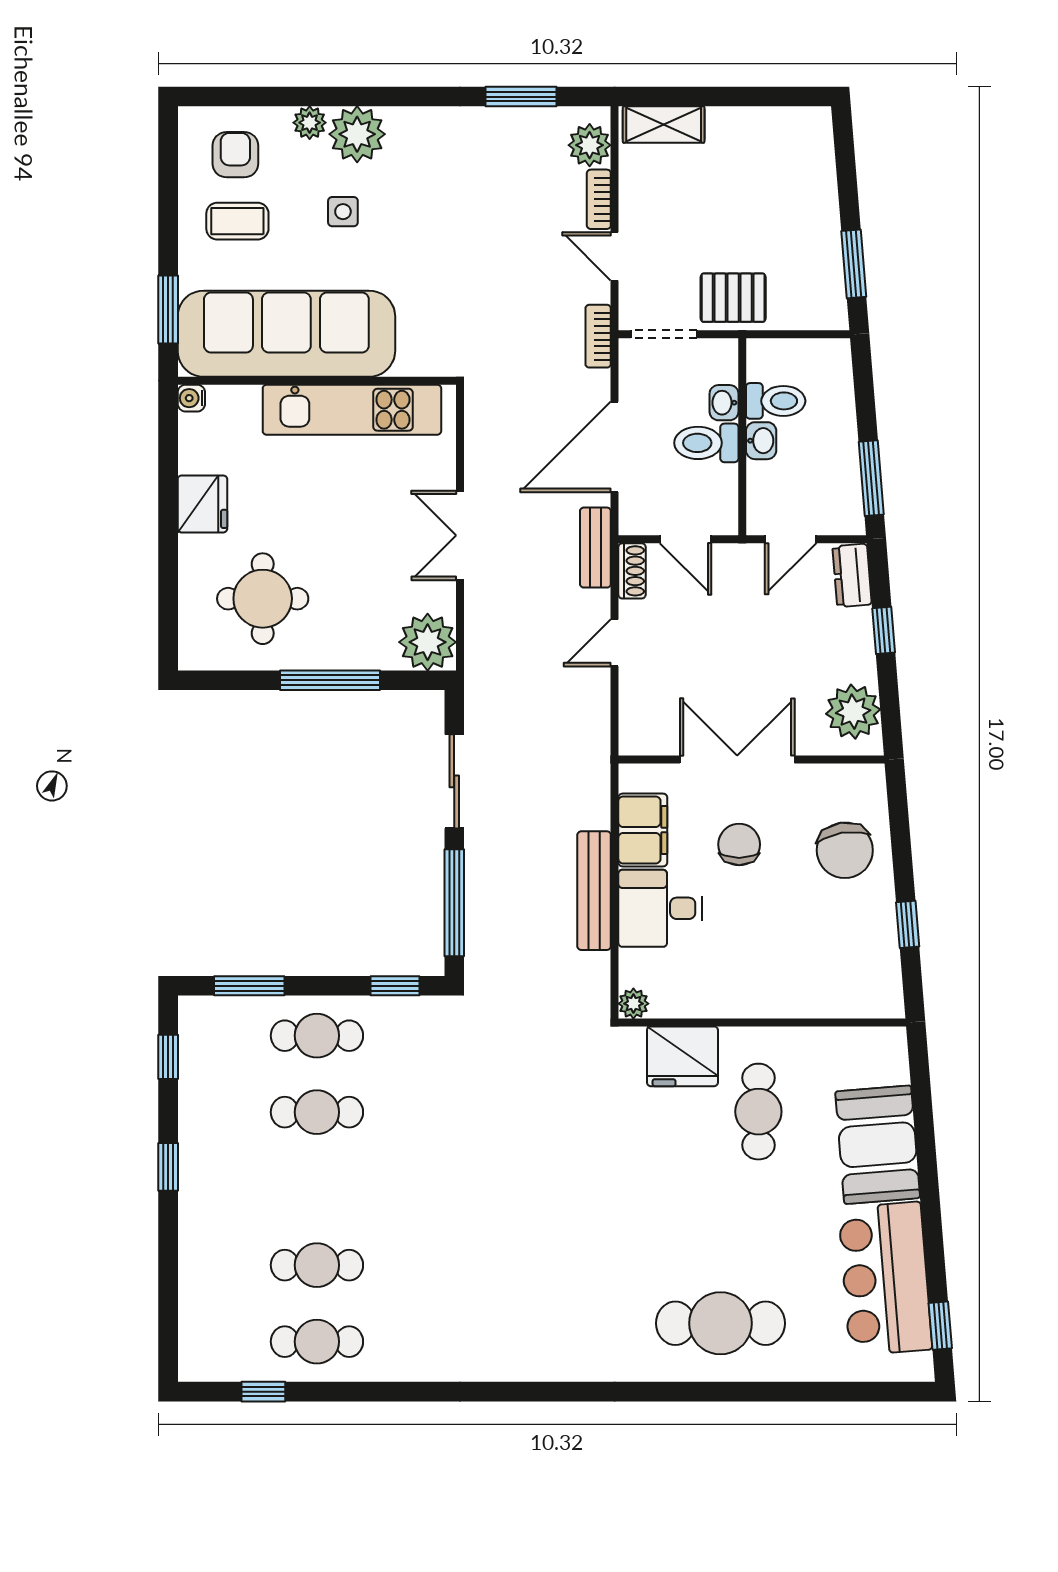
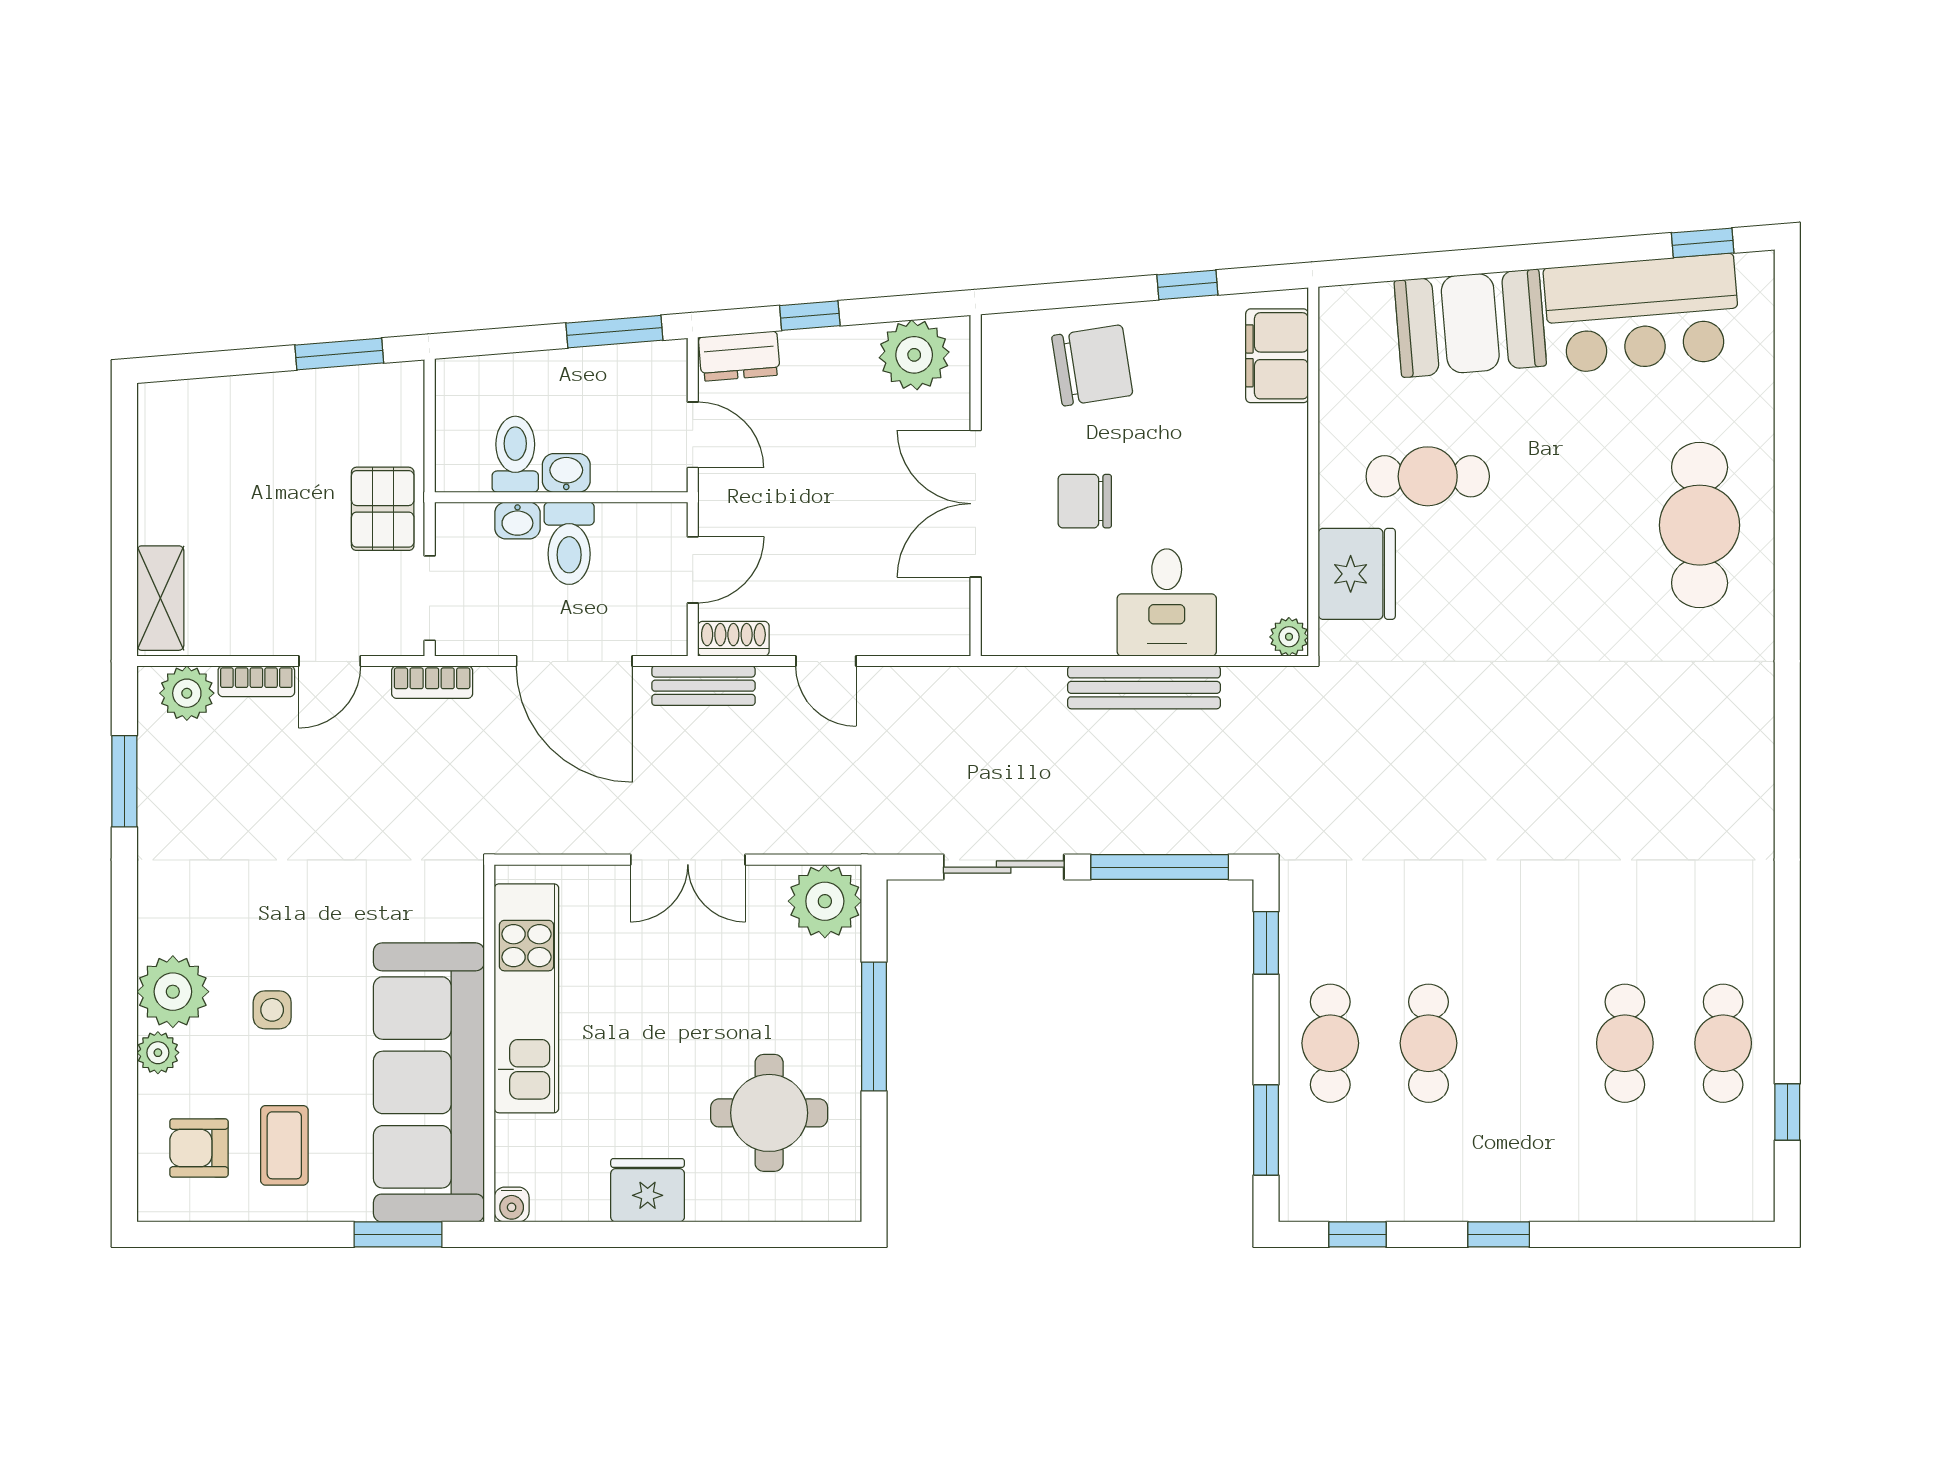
filing cabinet: (643, 830) -> (1277, 356), moved, turned -90

